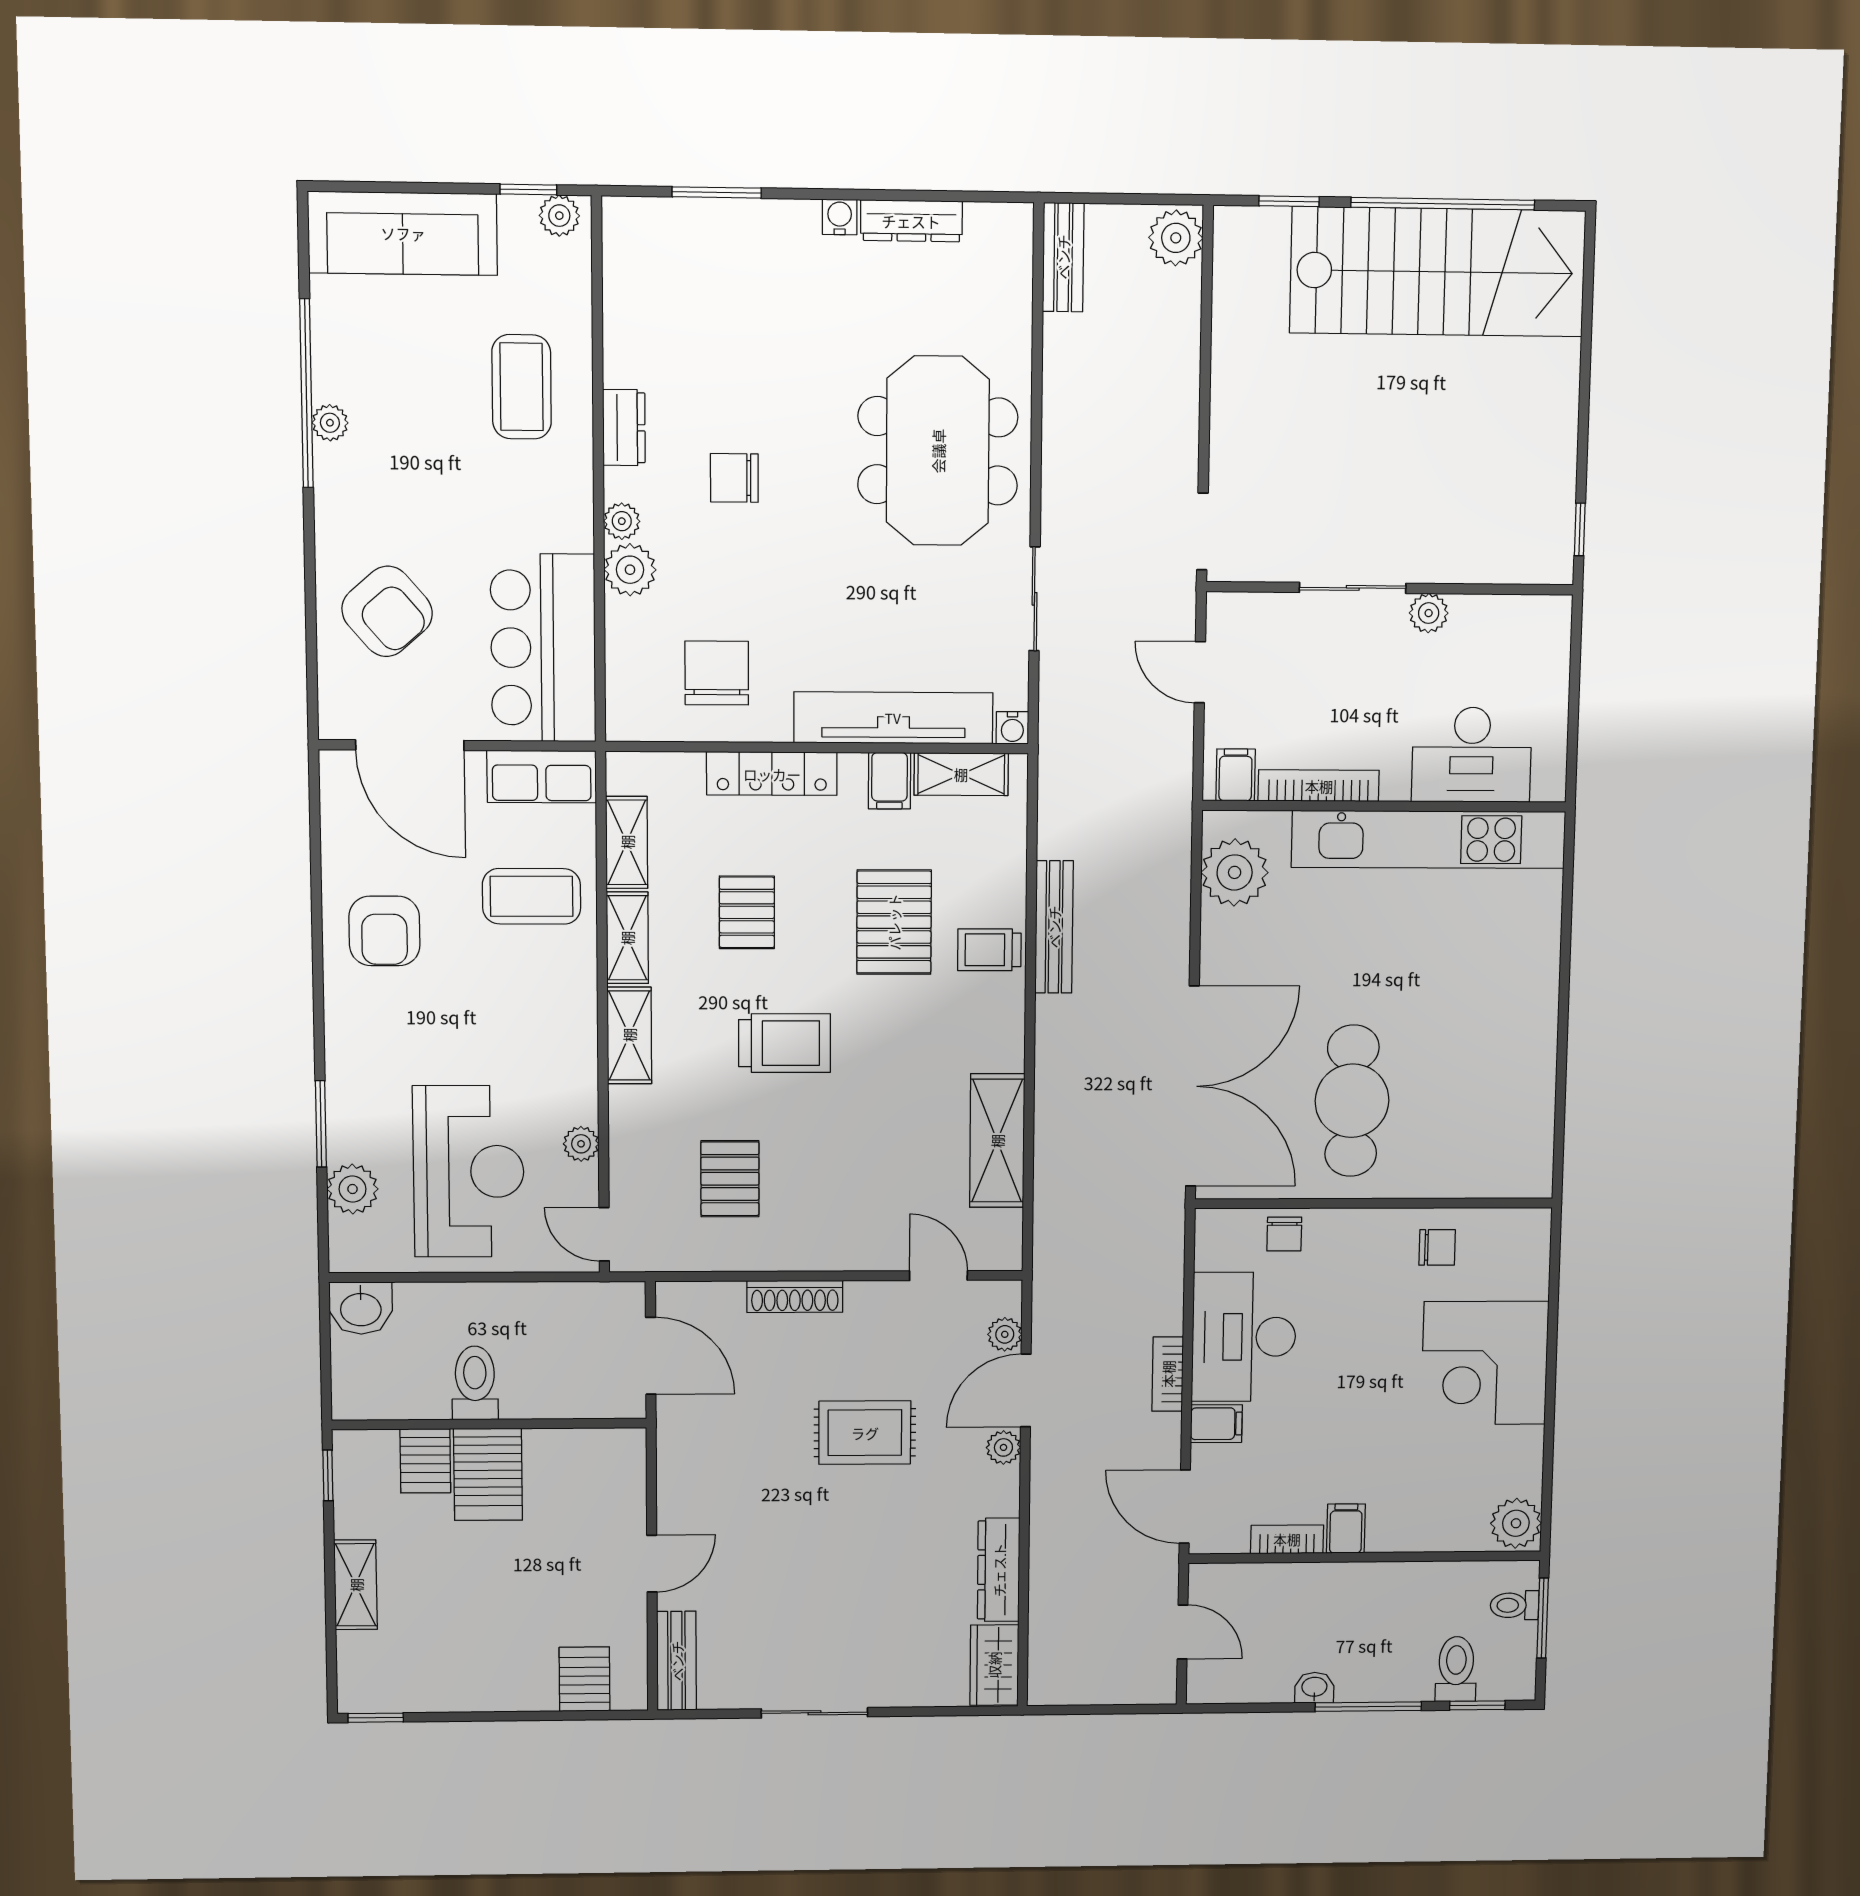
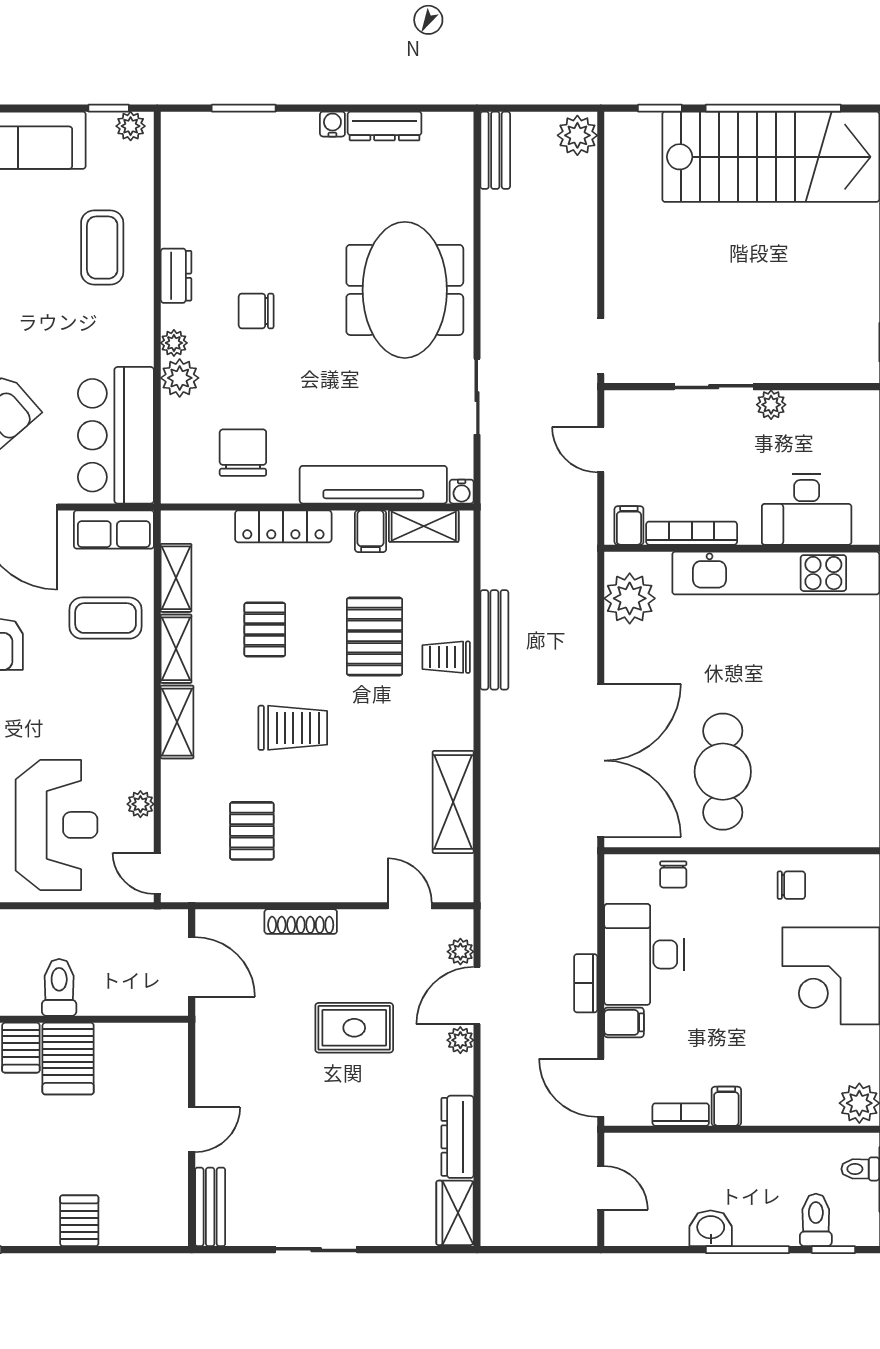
server rack: (585, 1679) -> (79, 1221), moved
washbasin: (1314, 1688) -> (711, 1228), width x1.38, depth x1.45

